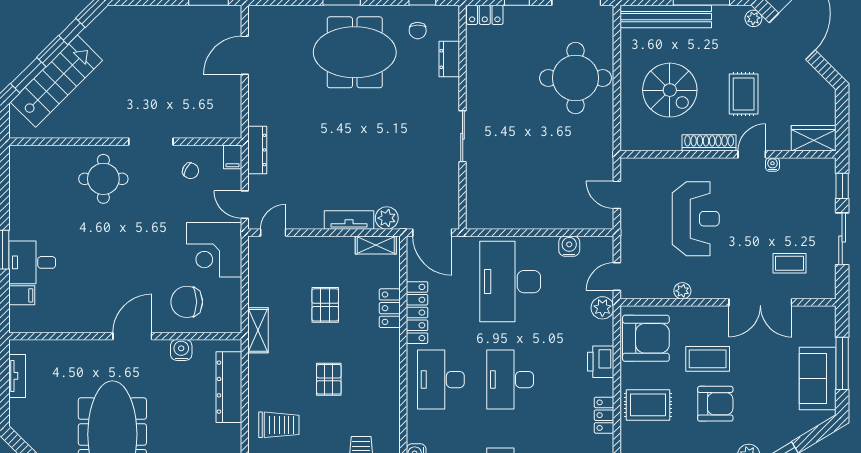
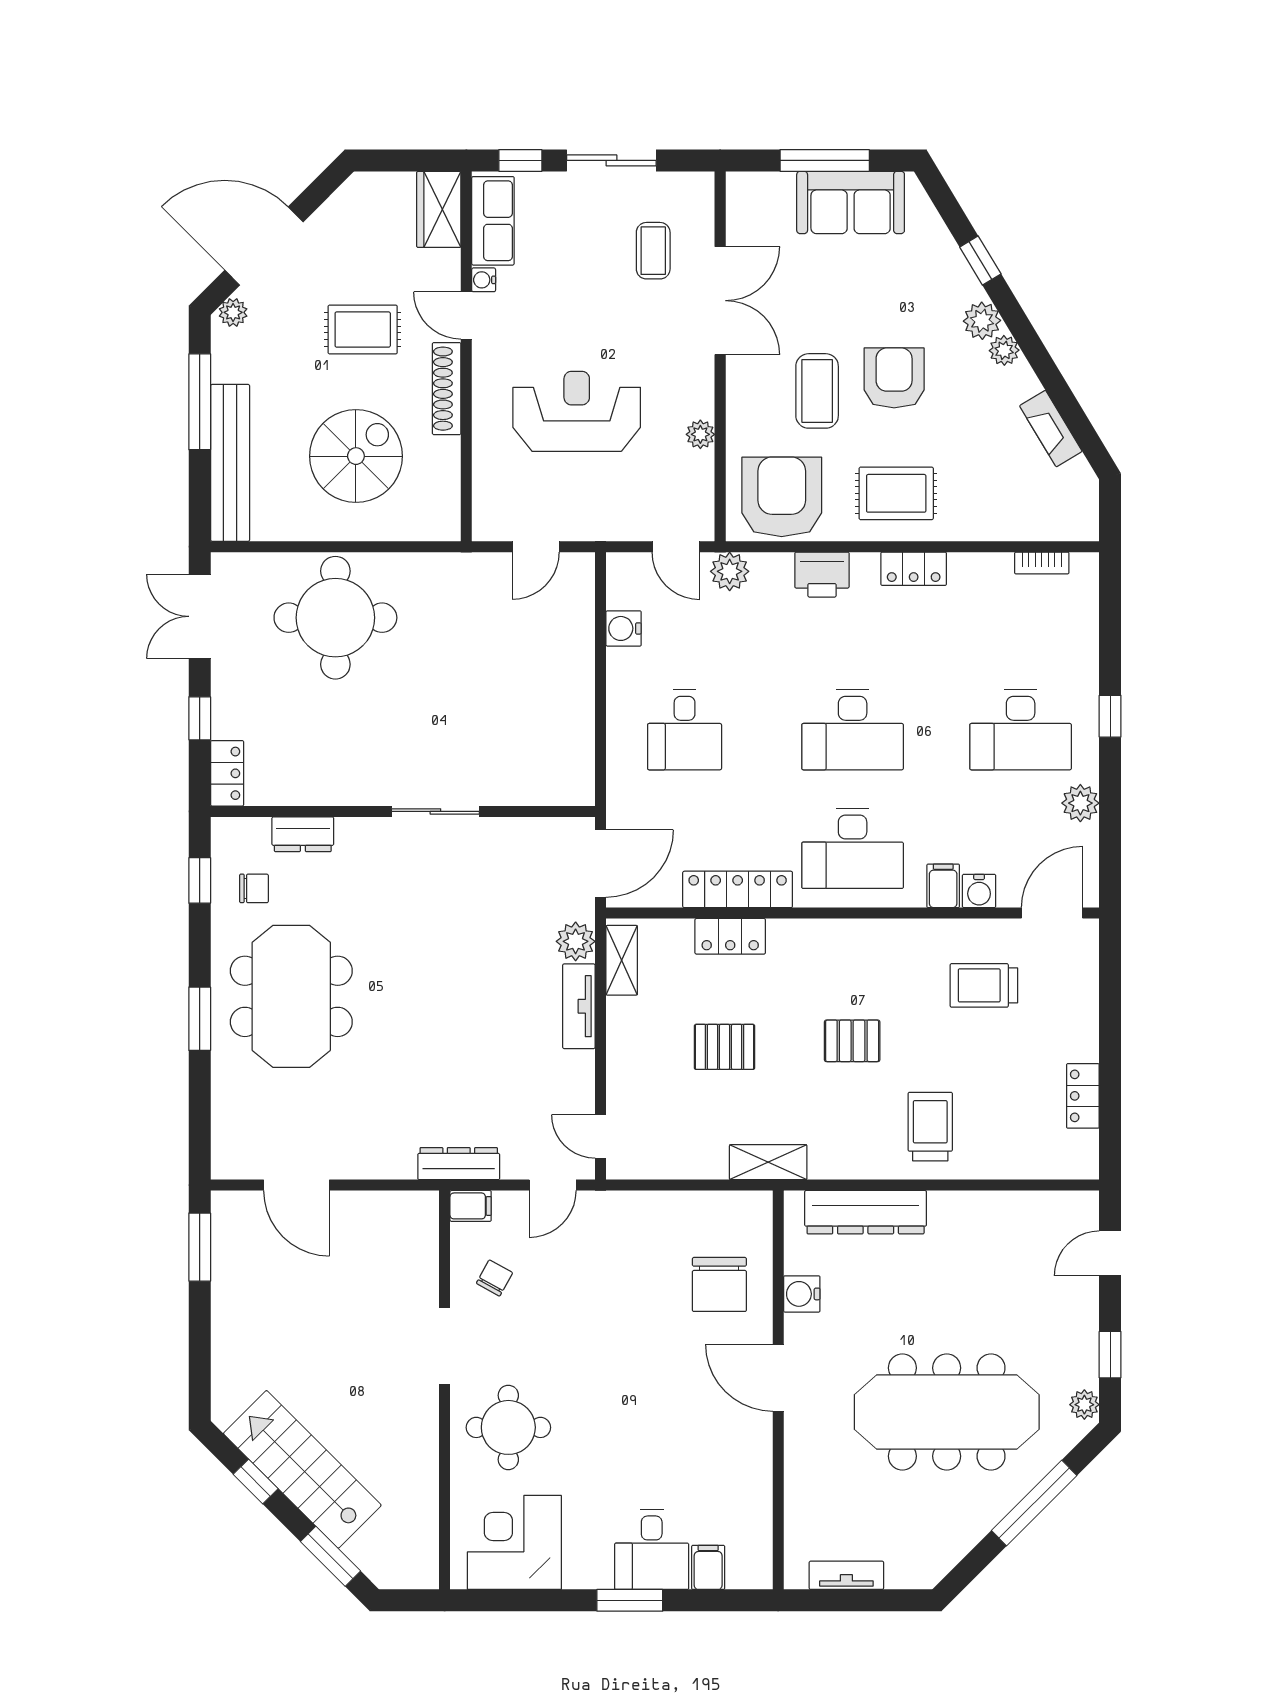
stairs: (56, 81) -> (302, 1469), moved
row of seats: (807, 170) -> (493, 221), added
corner desk: (214, 250) -> (514, 1542), moved, turned 180
desk: (510, 282) -> (685, 730), width x0.53, depth x0.77
rug: (648, 405) -> (896, 493), turned 90
filing cabinet: (419, 432) -> (943, 886), added

